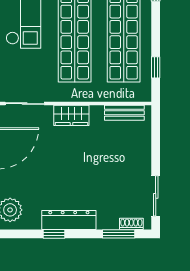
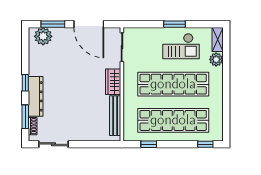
bench: (124, 113) -> (115, 116), width x1.36
dresser: (69, 220) -> (36, 96), moved
window: (54, 234) -> (25, 83), moved

